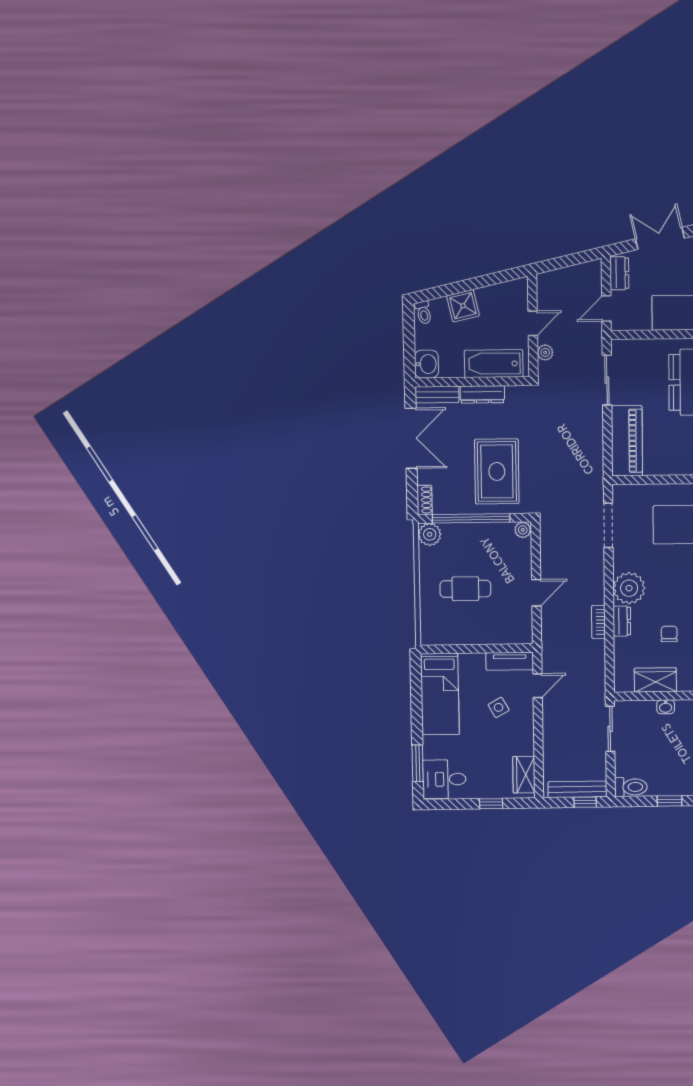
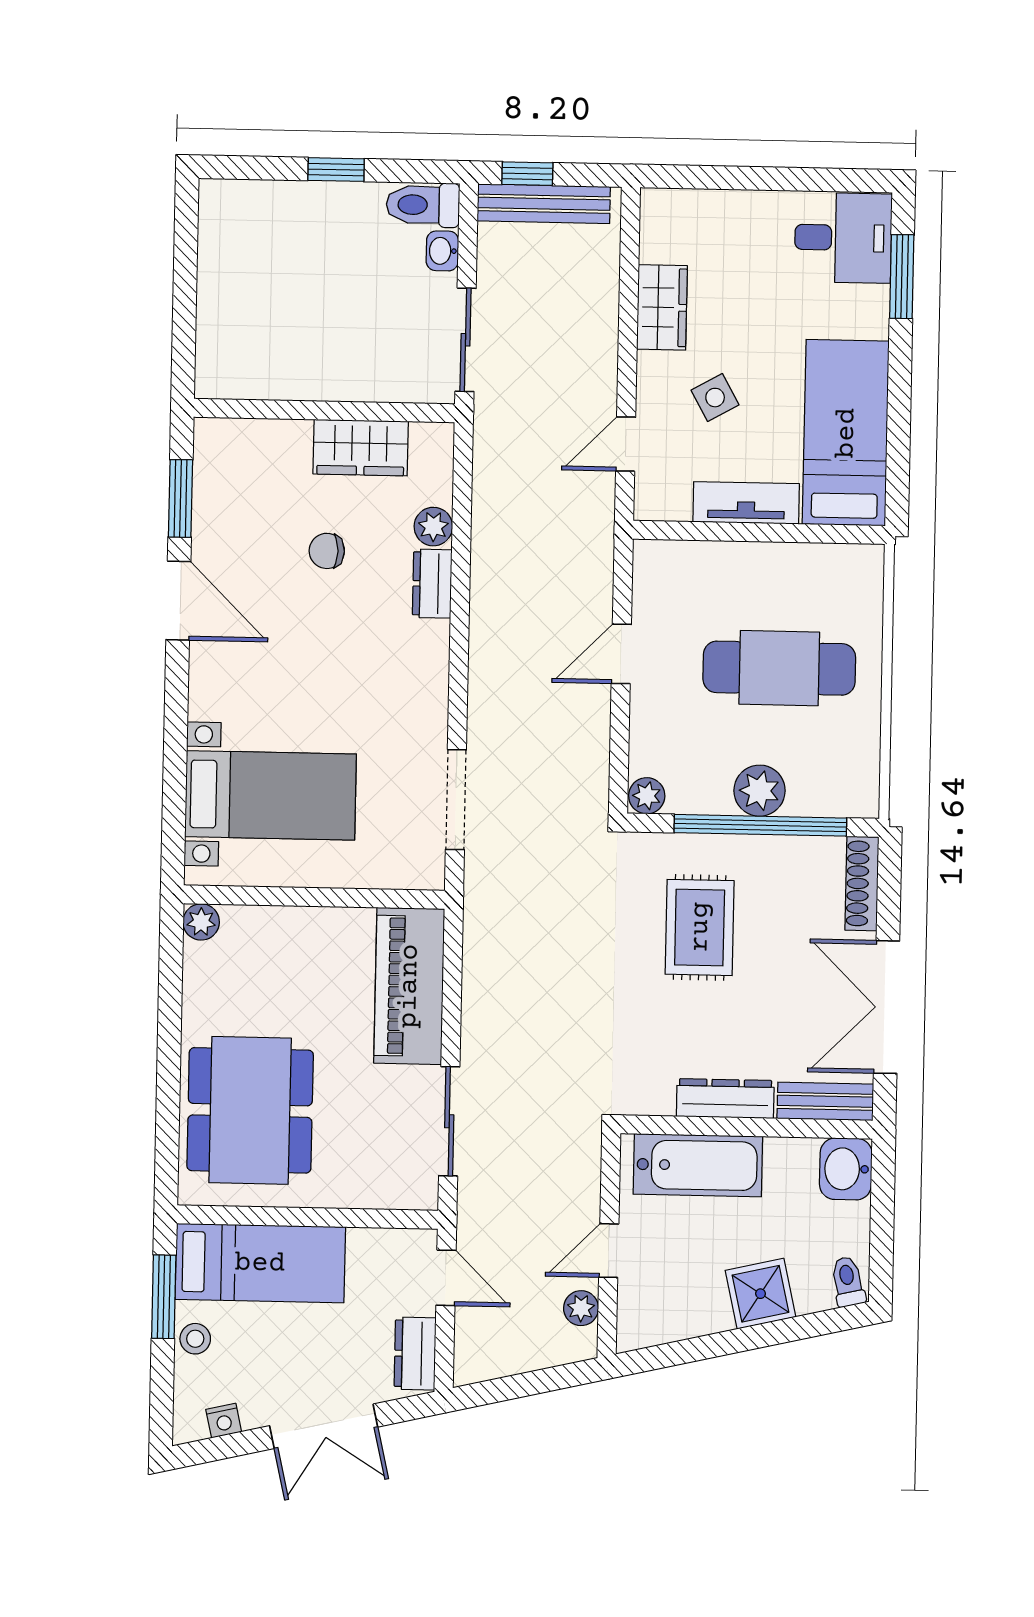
door: (606, 309) -> (446, 1278), hinge flipped
plant: (545, 352) -> (581, 1308), moved
rug: (497, 471) -> (700, 927), width x0.73, depth x0.70
shoe rack: (425, 500) -> (862, 884), width x1.43
plant: (430, 534) -> (760, 791), moved
plant: (629, 588) -> (433, 527), moved, width x0.53, depth x0.53
cafe table: (465, 589) -> (779, 668), width x1.37, depth x1.35
bookcase: (598, 622) -> (484, 583), removed
chair: (669, 634) -> (327, 551), turned 90
tv unit: (510, 661) -> (746, 503), moved
washbasin: (666, 707) -> (442, 251), moved, turned -90
wardrobe: (524, 775) -> (662, 307), moved
window: (491, 804) -> (740, 178), removed

